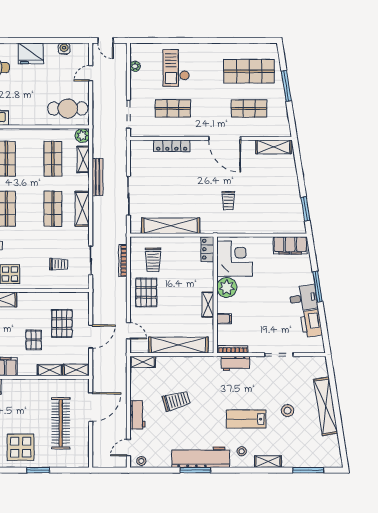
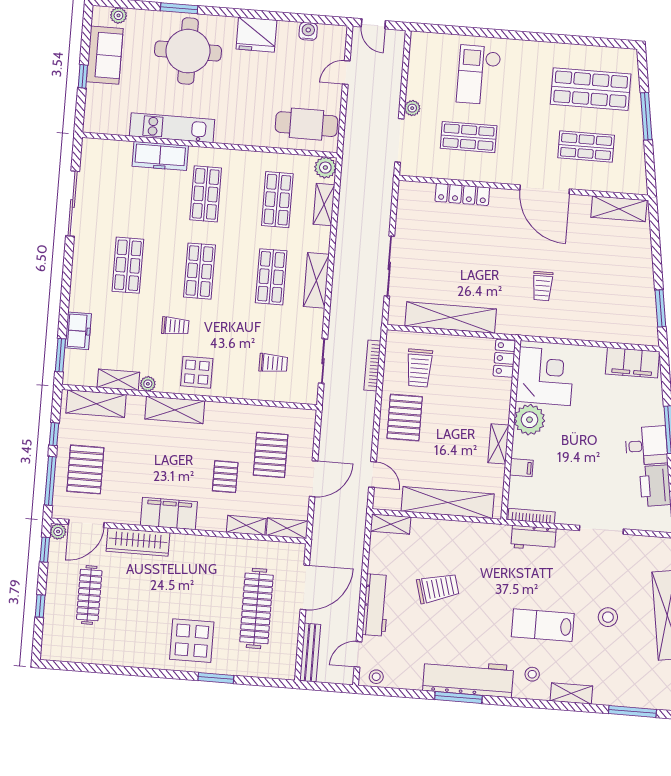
plant: (135, 66) -> (412, 108), moved
bench: (97, 177) -> (310, 653), moved
workbench: (137, 415) -> (376, 605), width x1.38

